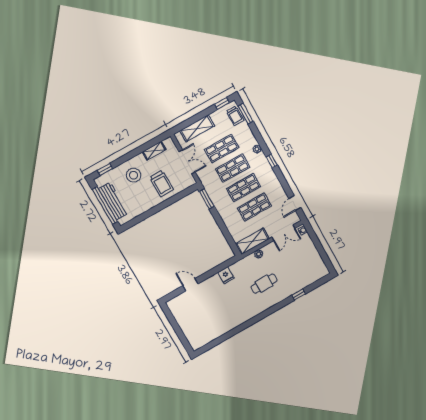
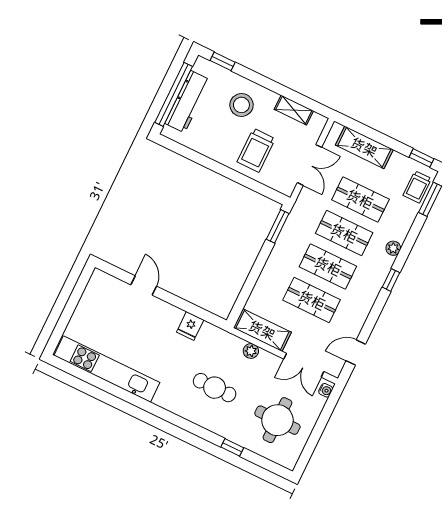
round table: (301, 264) -> (277, 420), added
kitchen unit: (219, 330) -> (107, 369), added

